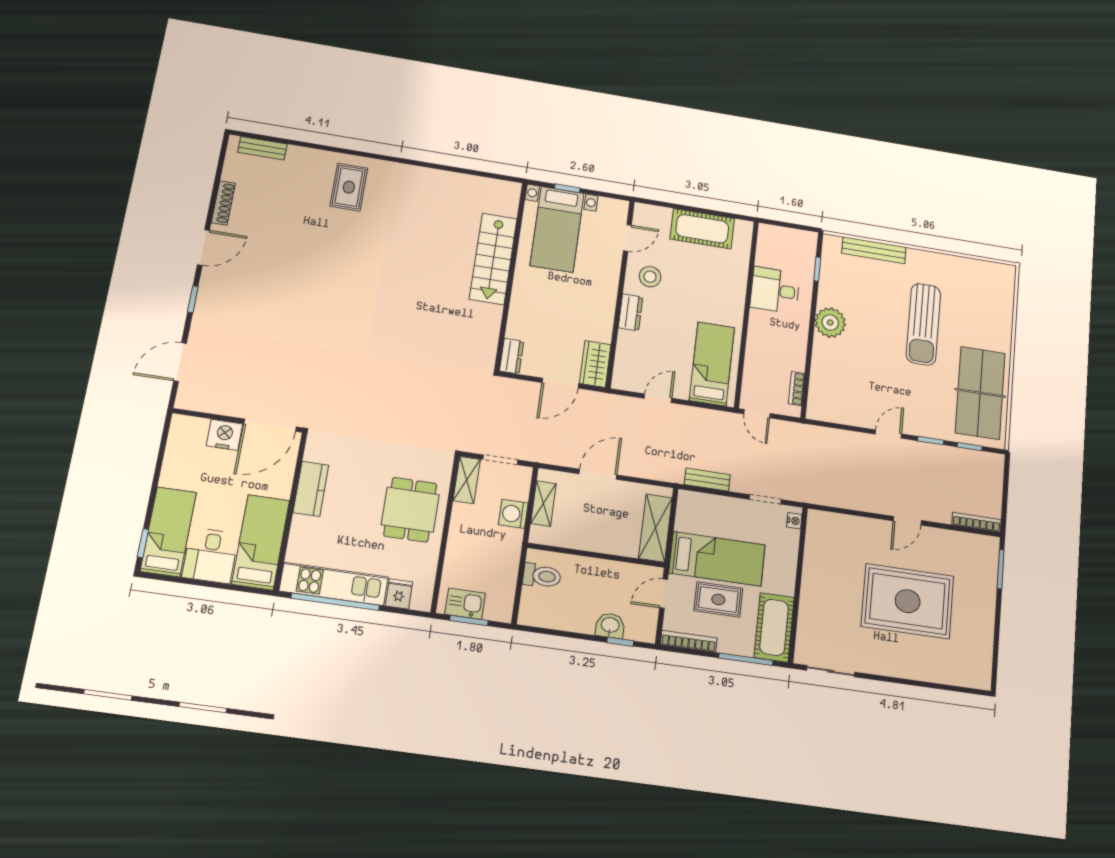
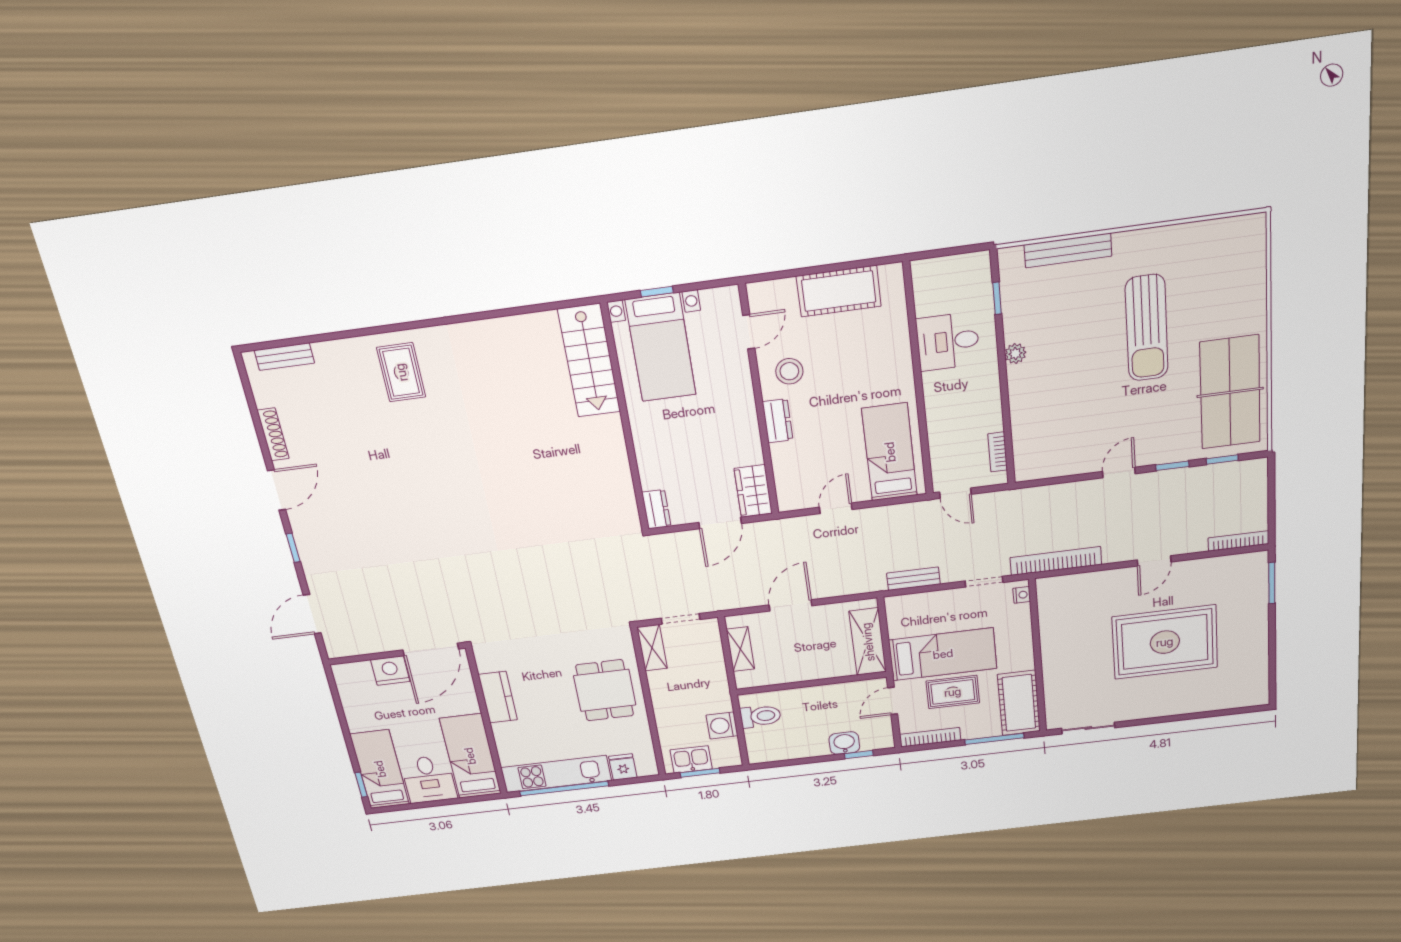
stairs: (493, 259) -> (589, 361), moved
plant: (830, 323) -> (1015, 354), width x0.53, depth x0.53
bookcase: (827, 497) -> (1056, 561), added
washing machine: (513, 514) -> (722, 726), moved

